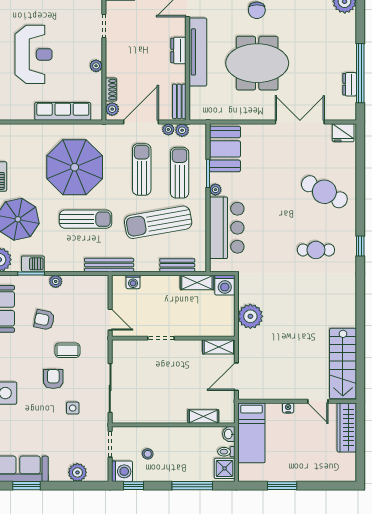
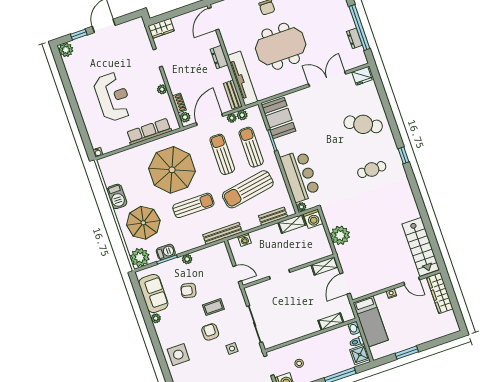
tv unit: (198, 52) -> (243, 78), moved
plant: (215, 190) -> (301, 207), moved

